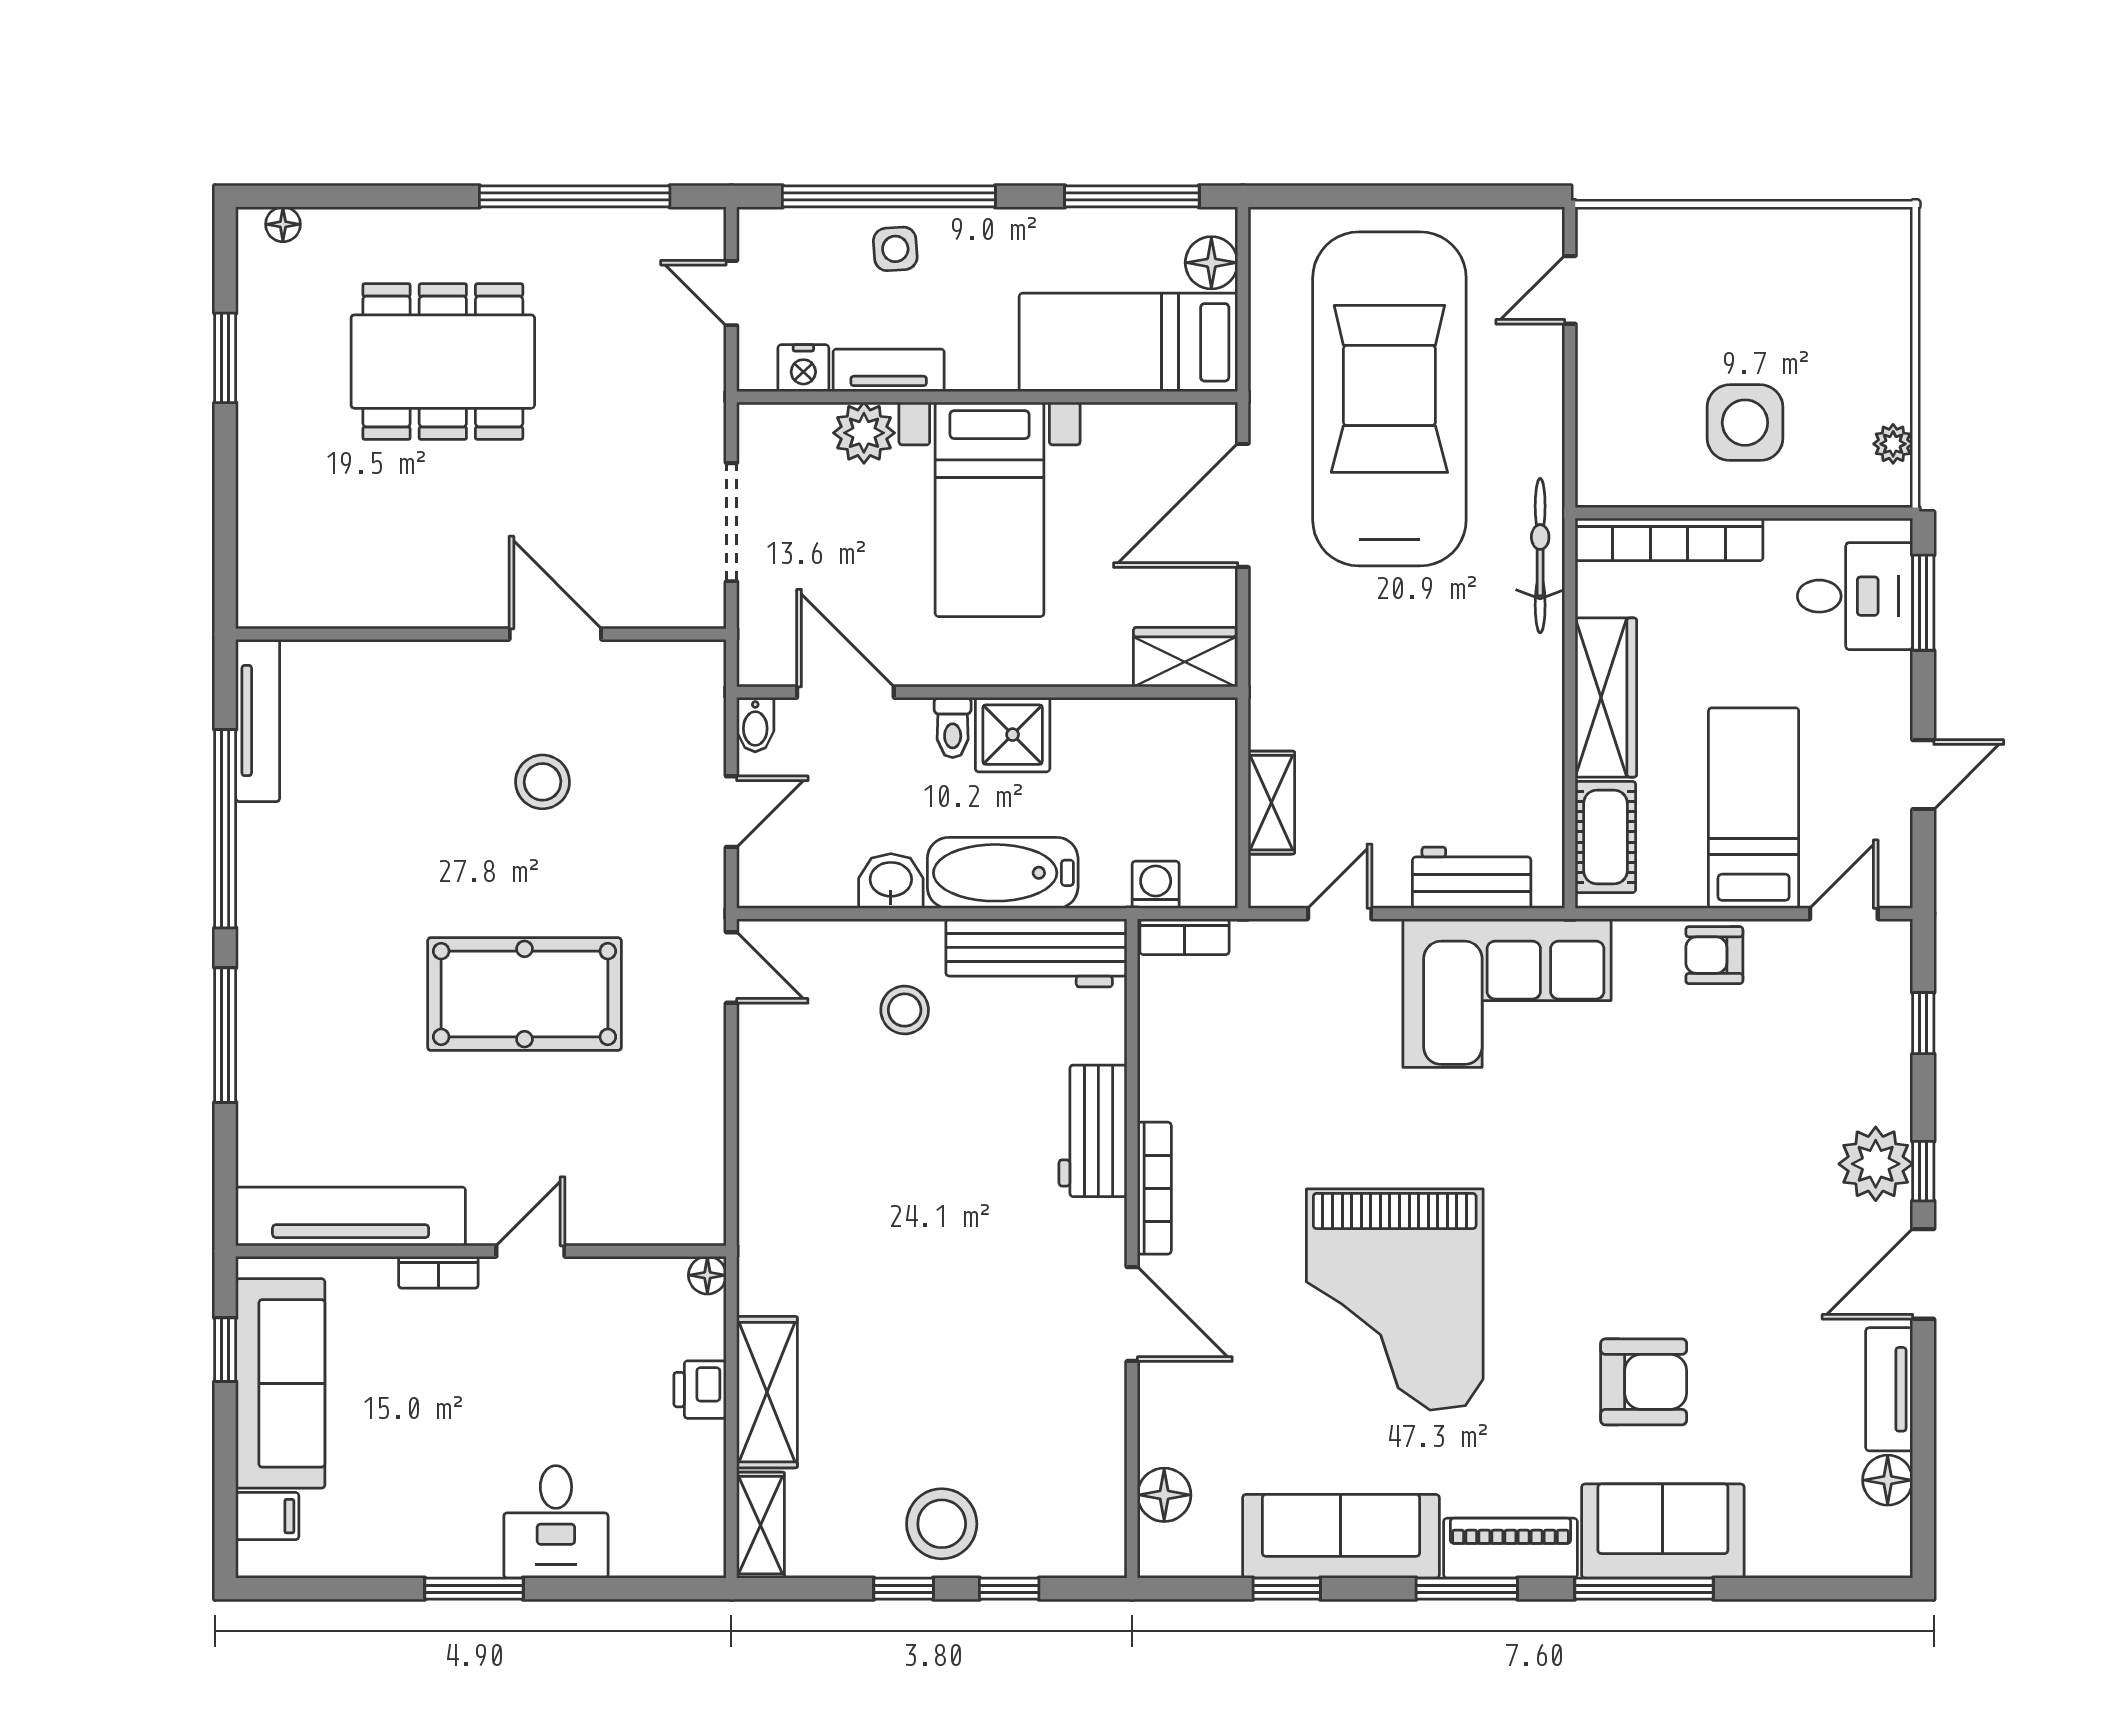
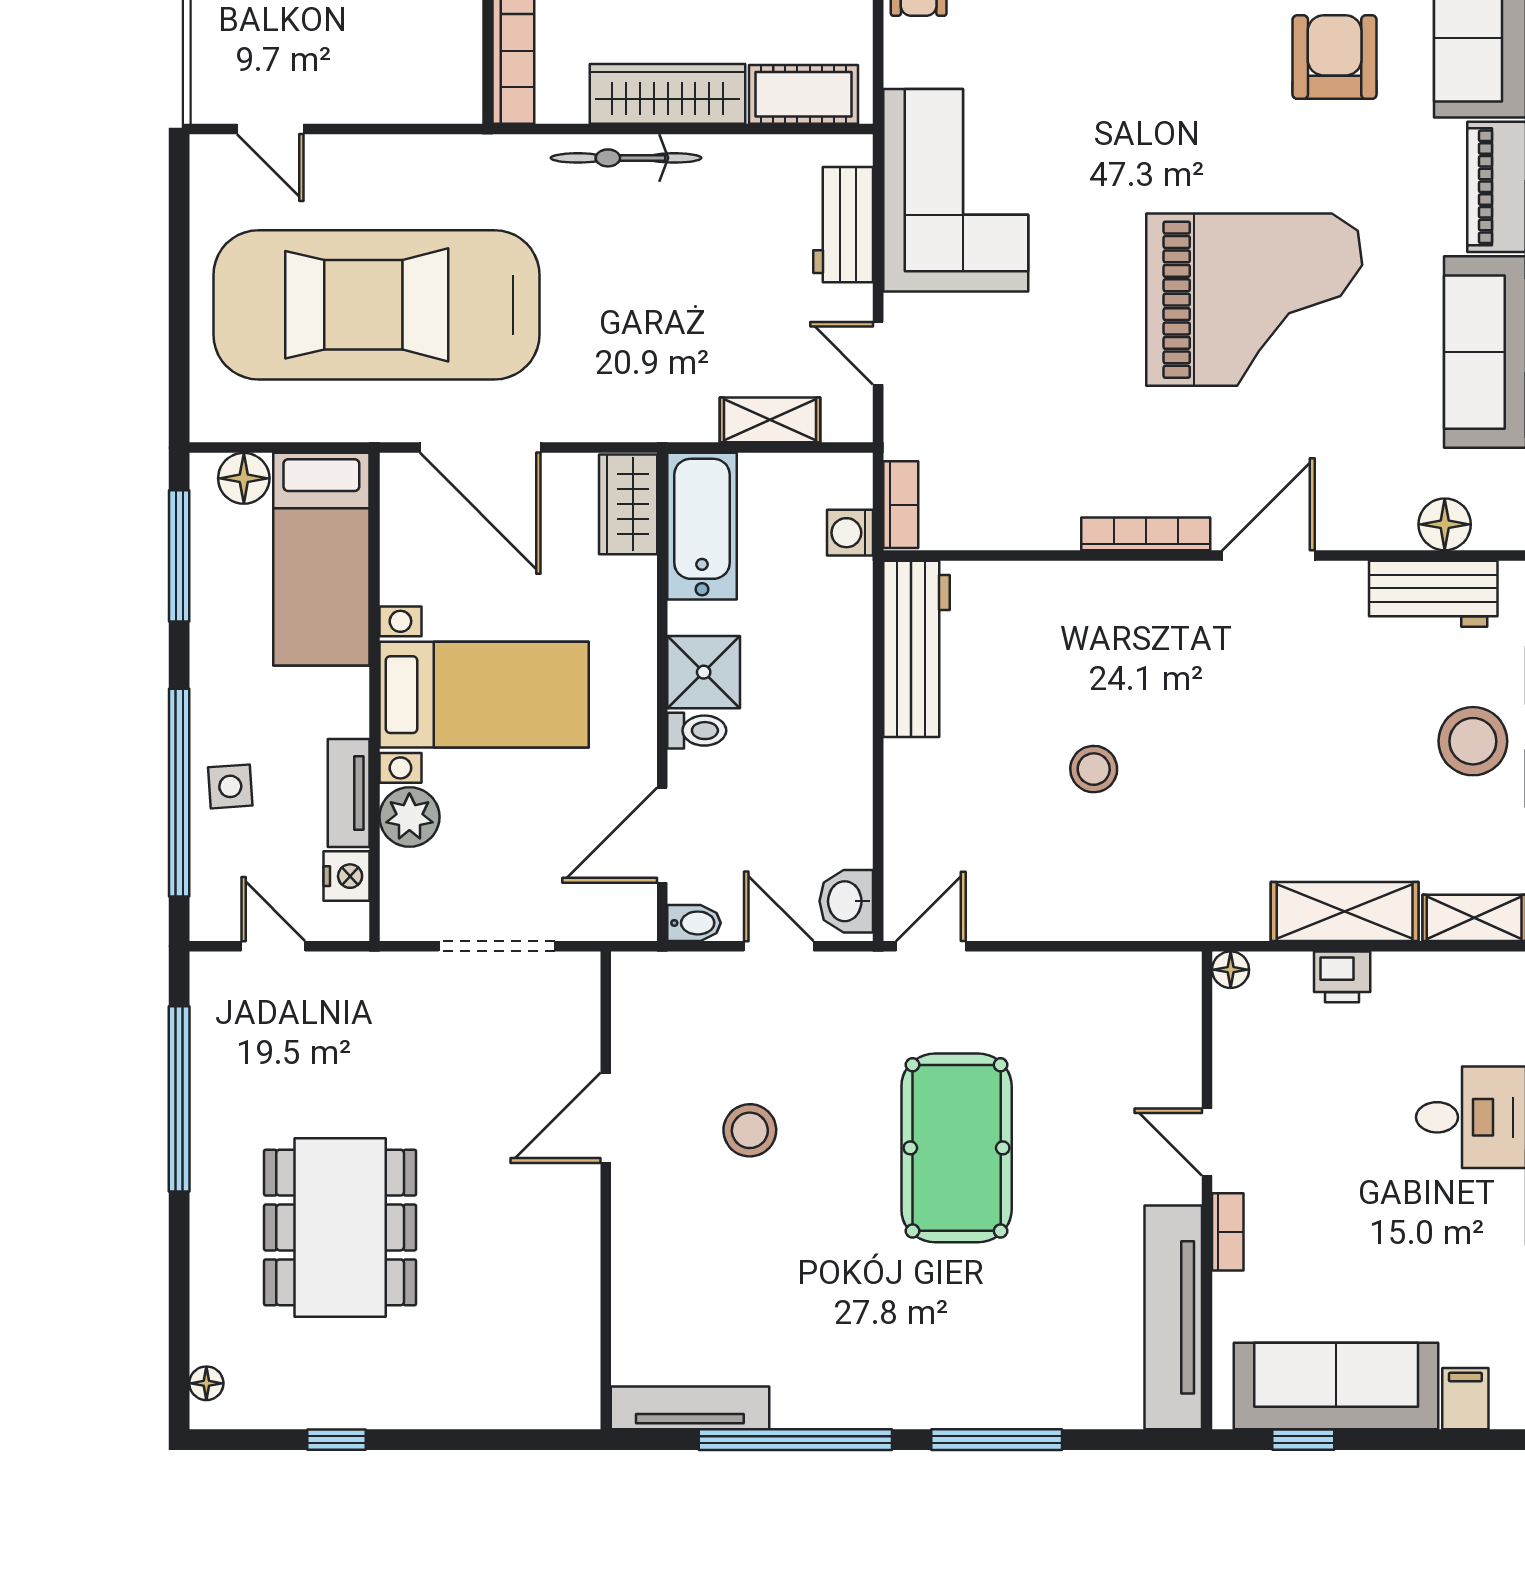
door: (731, 293) -> (273, 946), swing flipped
window: (225, 358) -> (337, 1440), width x0.67
bicycle: (1540, 556) -> (626, 158), moved
bathtub: (1003, 873) -> (702, 526), moved, turned 180
washbasin: (891, 881) -> (846, 901), moved
stool: (905, 1010) -> (1094, 769), moved
workbench: (1093, 1131) -> (1433, 594), moved

